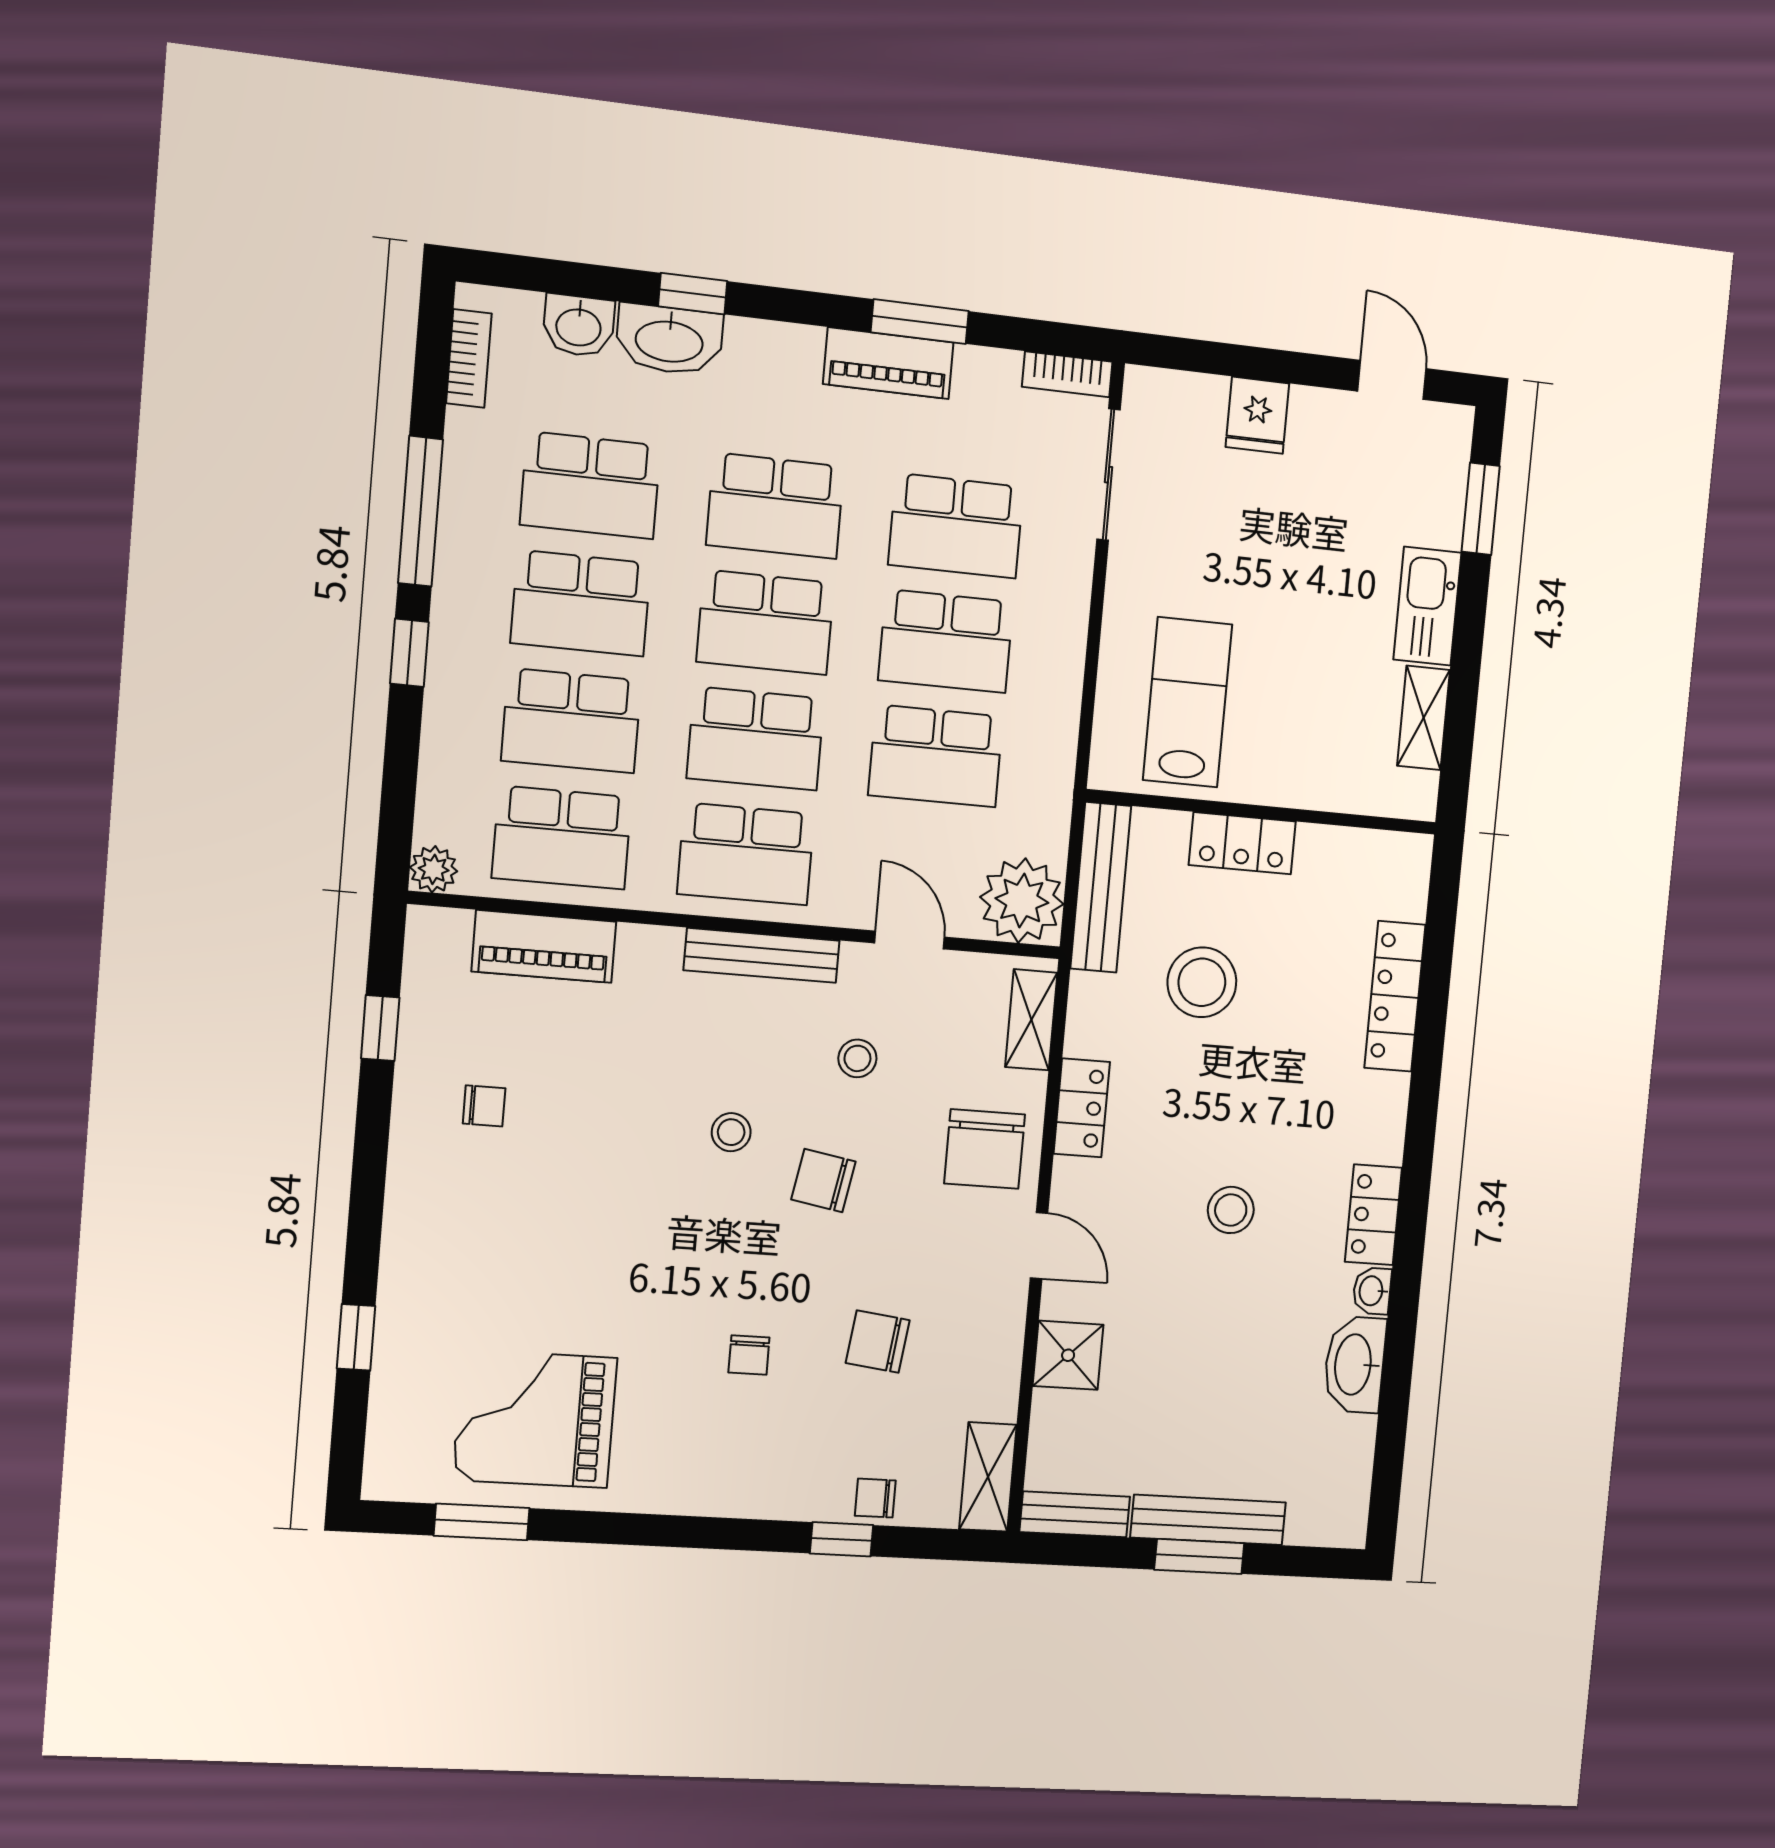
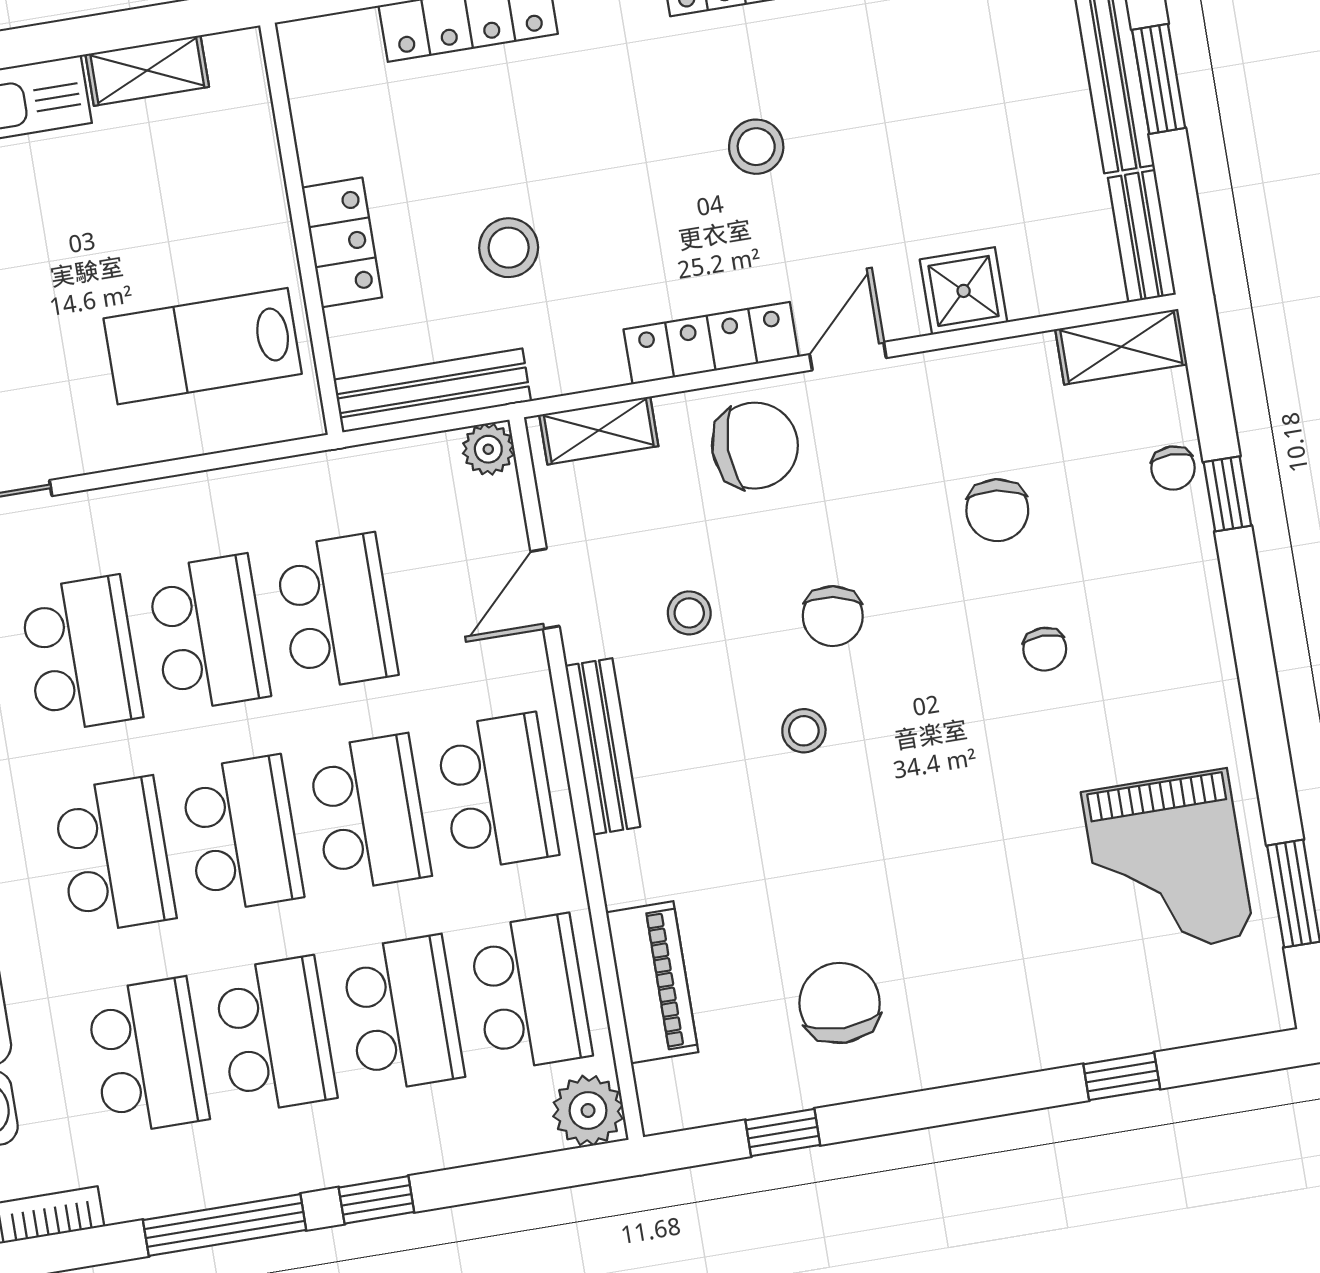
plant: (434, 869) -> (588, 1111), width x1.38, depth x1.38
plant: (1022, 900) -> (488, 449), width x0.53, depth x0.53
stool: (1202, 982) -> (509, 248), width x0.73, depth x0.73
chair: (484, 1106) -> (840, 1003), width x1.87, depth x1.87
locker: (1082, 1108) -> (711, 343), width x1.53
chair: (749, 1355) -> (1045, 649), turned 90

